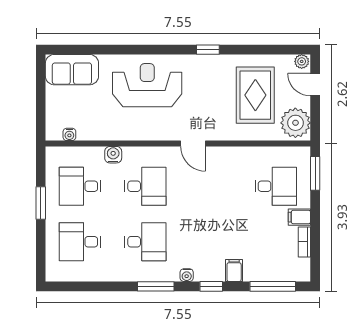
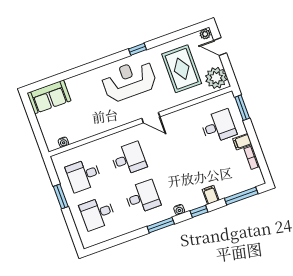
reception desk: (147, 85) -> (129, 81), moved
water cooler: (113, 155) -> (99, 145), removed

